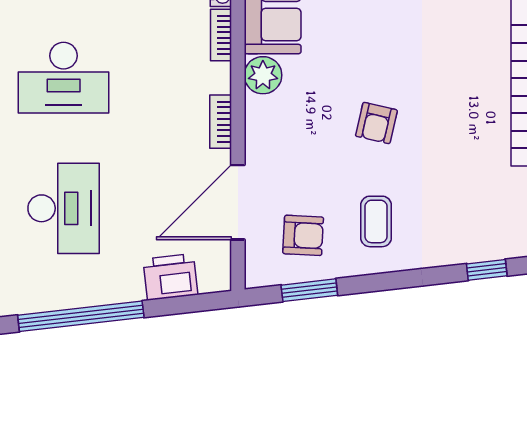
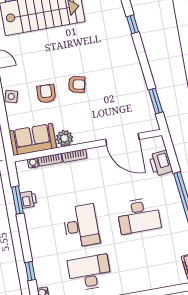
bookcase: (221, 122) -> (74, 156), moved
desk: (64, 208) -> (139, 216), turned 180
coffee table: (376, 221) -> (120, 77), removed
armchair: (303, 235) -> (46, 94), moved

